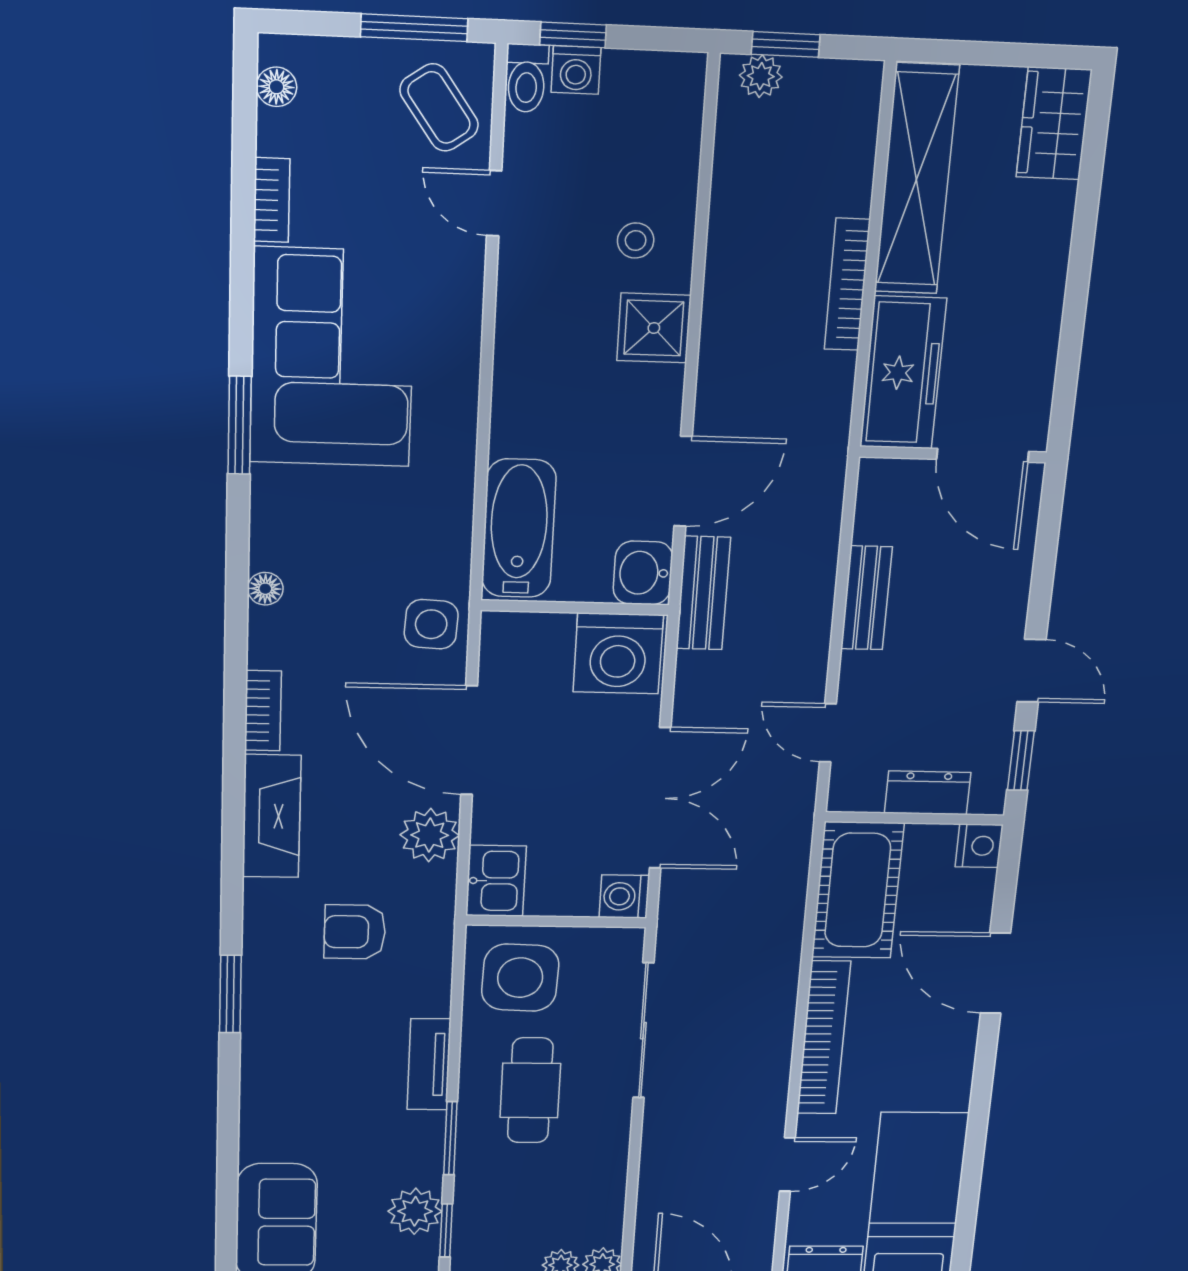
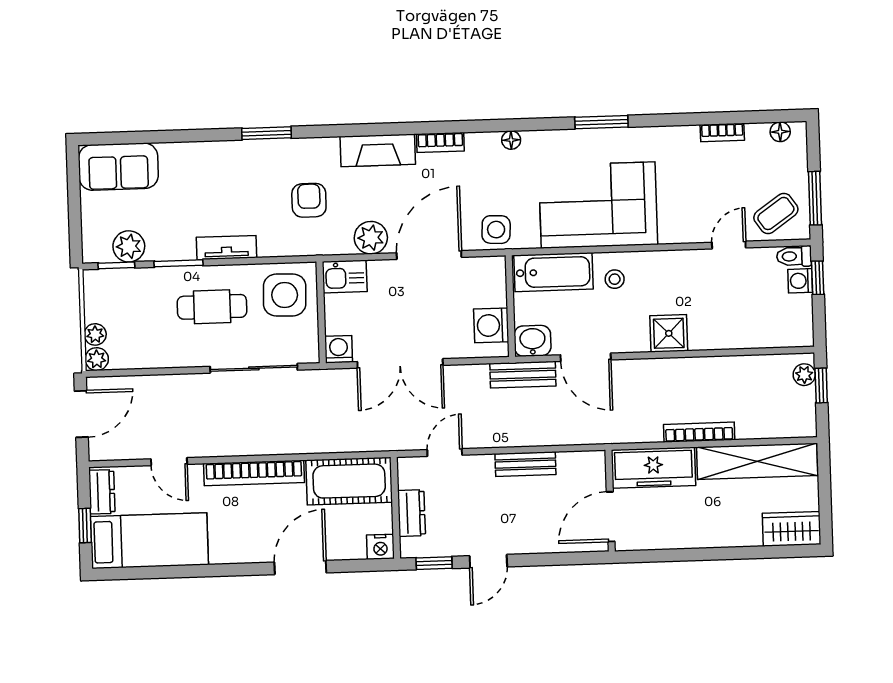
stool: (636, 240) -> (615, 279), moved
corner sofa: (332, 358) -> (598, 205), moved, turned 180
washing machine: (618, 653) -> (491, 325), width x0.73, depth x0.73

